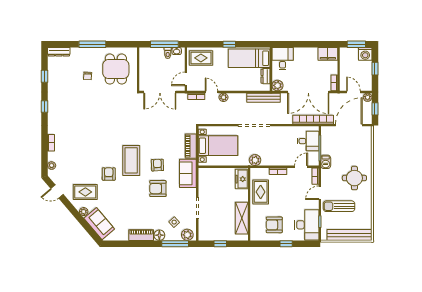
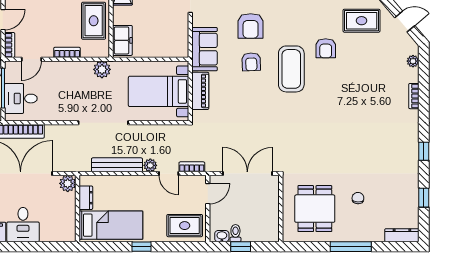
window: (164, 44) -> (241, 247), width x0.46
desk: (283, 59) -> (23, 225), moved
bench: (264, 98) -> (117, 165), moved
armchair: (158, 189) -> (251, 26), turned 90

